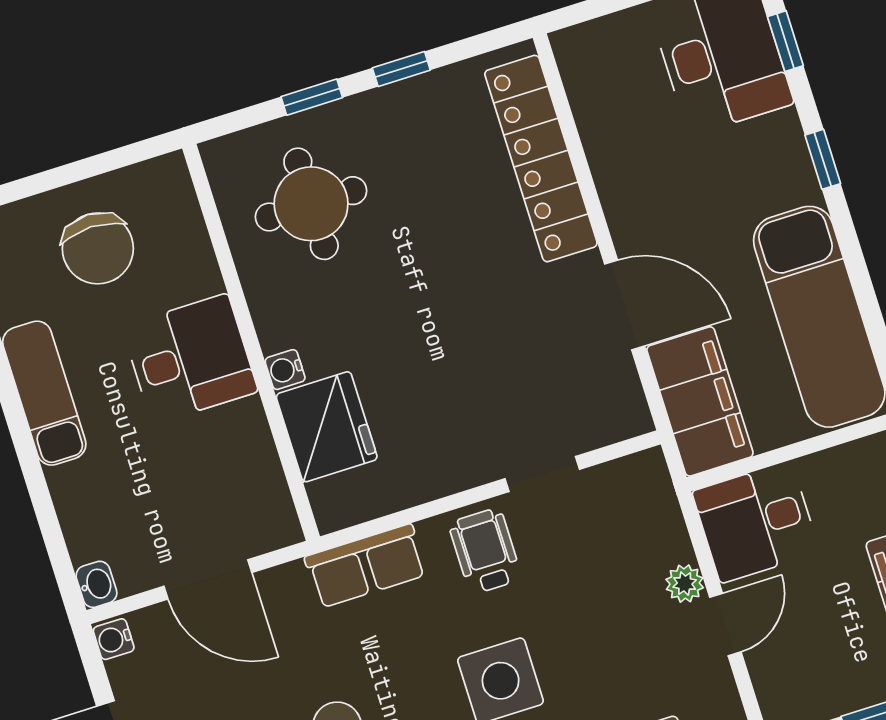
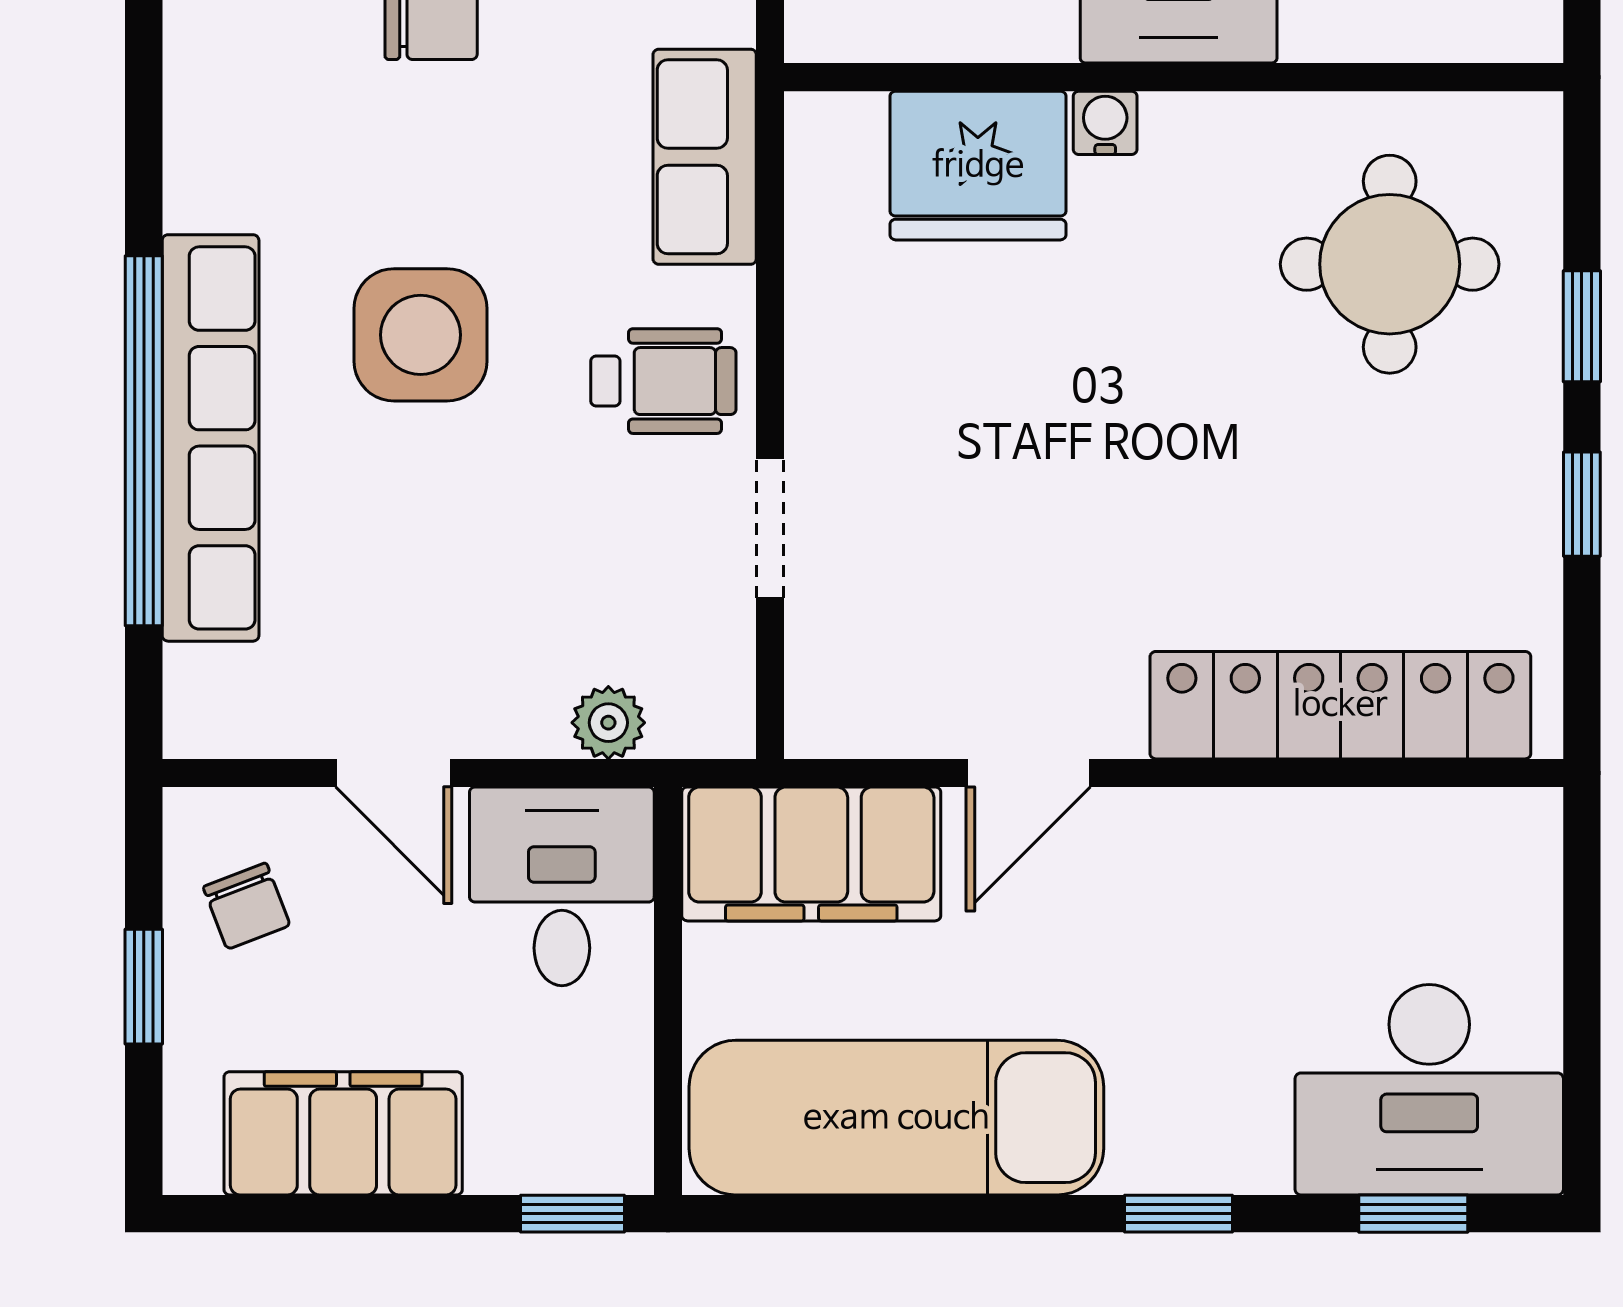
door: (625, 305) -> (1028, 773), width x0.73
plant: (685, 584) -> (608, 723), moved
chair: (816, 678) -> (247, 906), added

